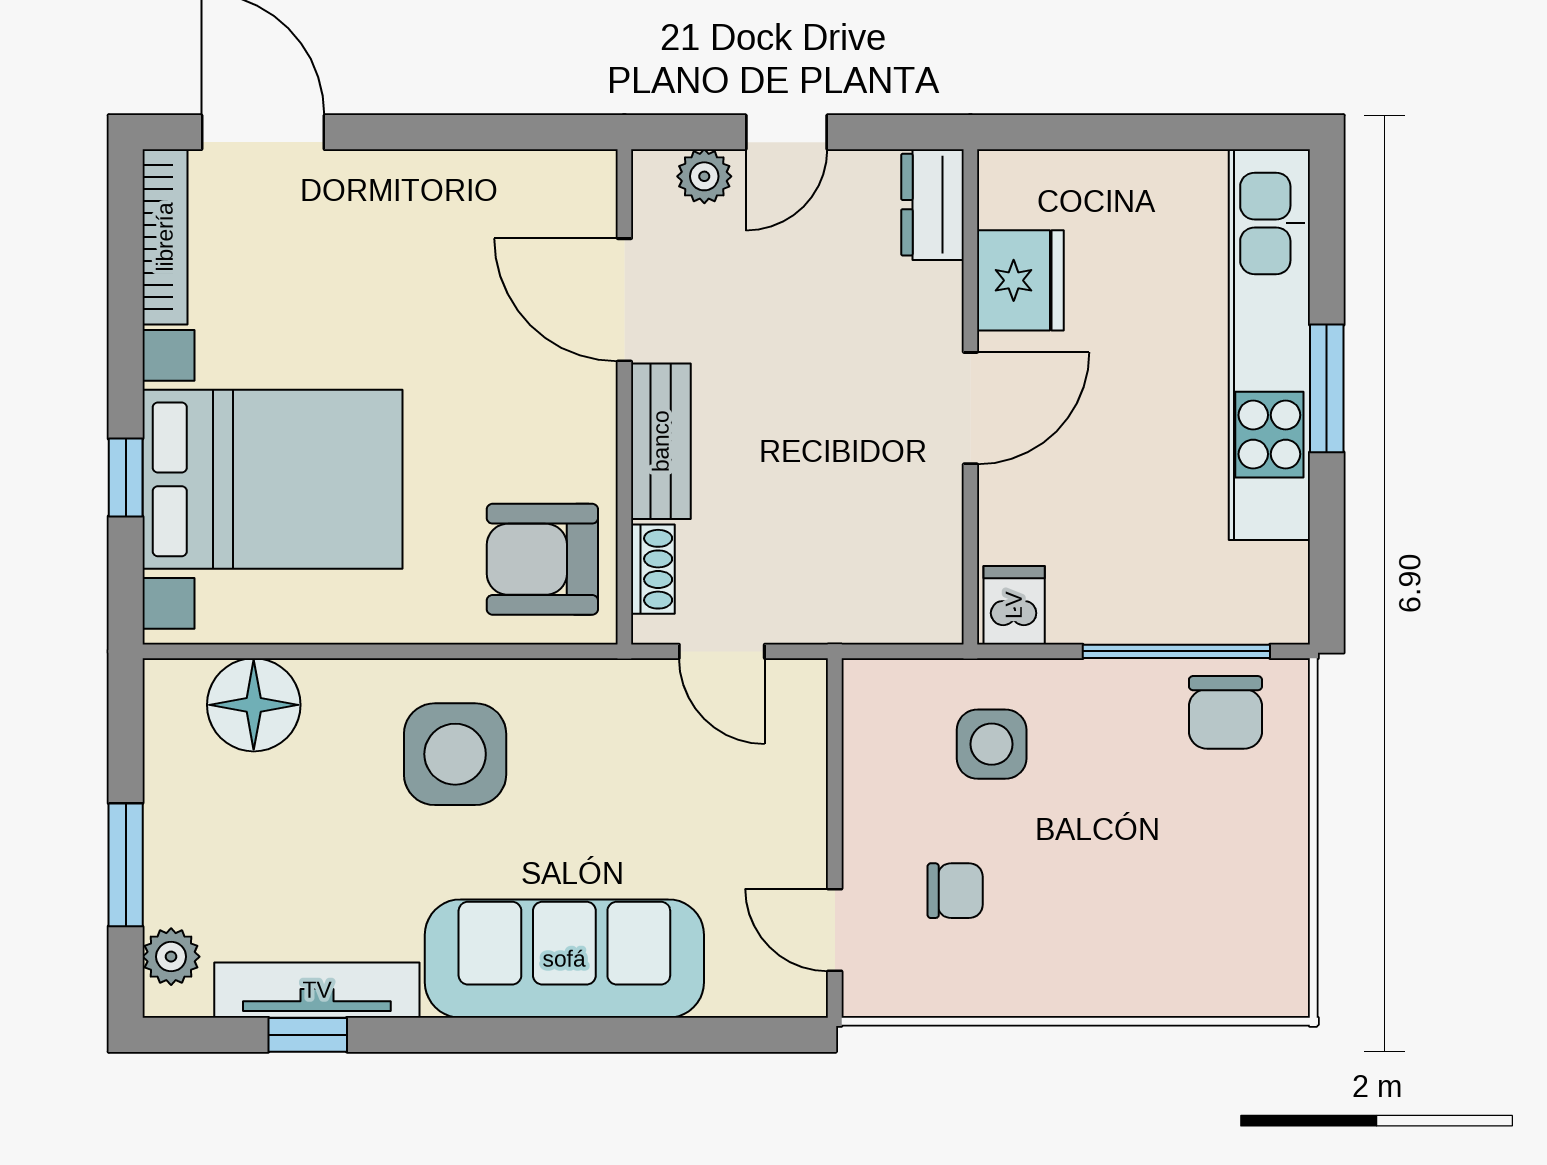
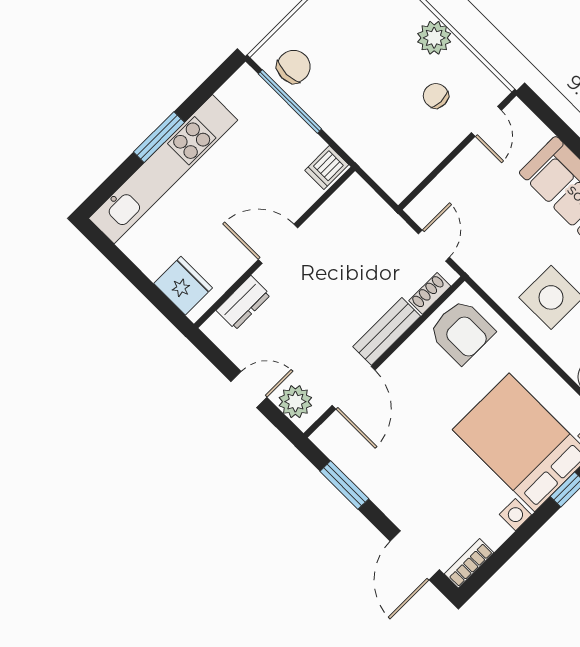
window: (485, 132) -> (344, 485), added
plant: (704, 176) -> (295, 402), width x1.38, depth x1.38
dresser: (932, 205) -> (243, 303), moved
bookcase: (165, 237) -> (469, 563), width x0.64
fridge: (1020, 280) -> (183, 286), moved, turned 90
side table: (992, 744) -> (378, 131), removed
plant: (1049, 980) -> (434, 38), added

